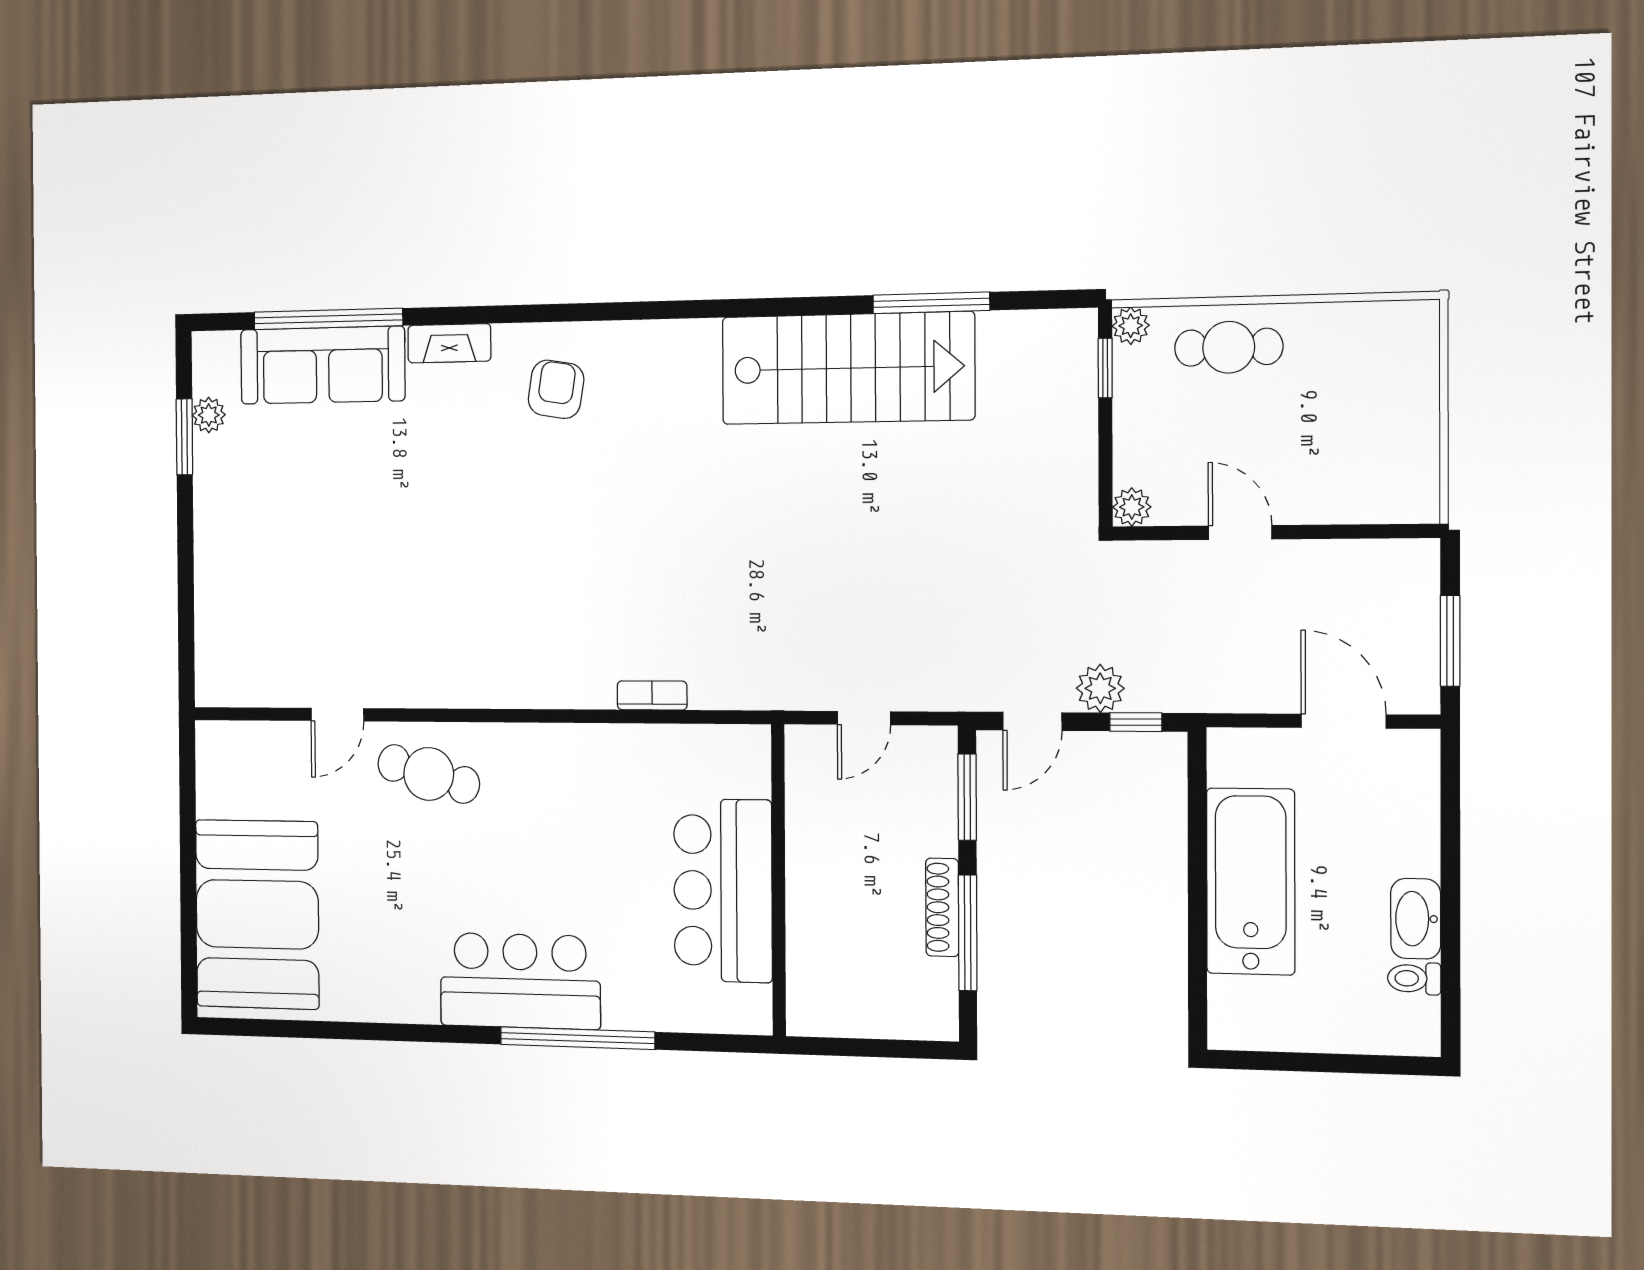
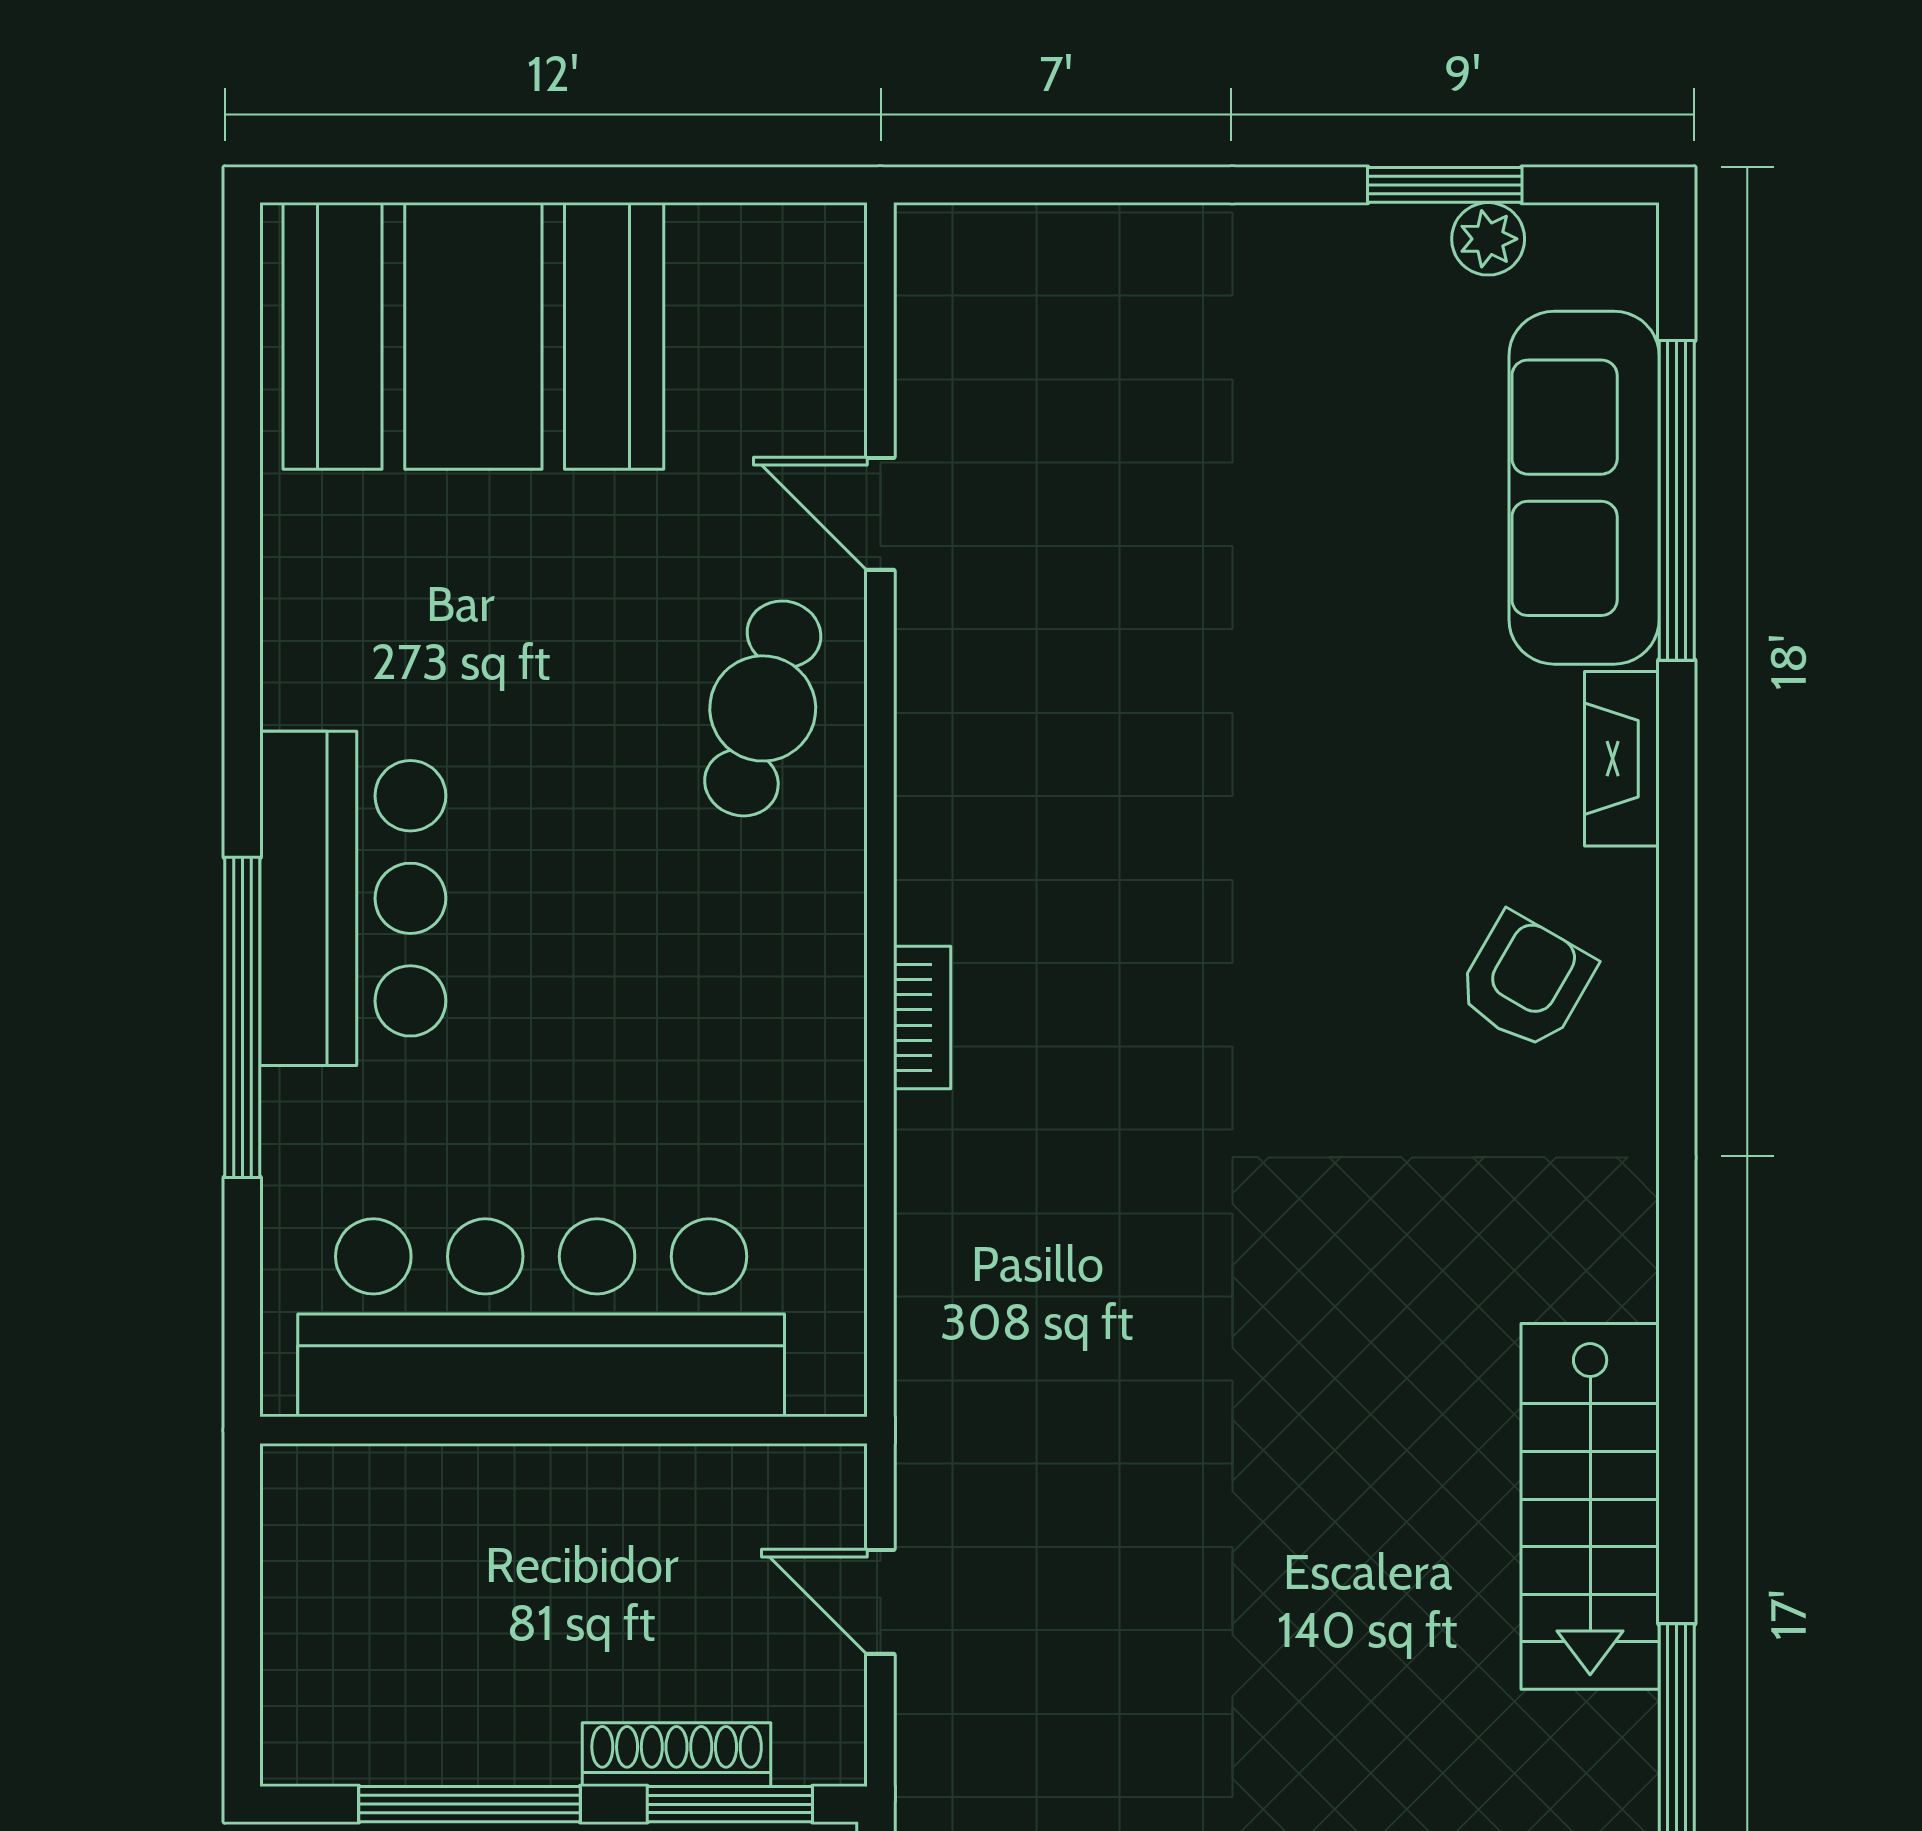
stairs: (848, 368) -> (1590, 1506), width x0.73, depth x0.66
armchair: (556, 389) -> (1526, 981), turned -69
bookcase: (652, 695) -> (922, 1017), moved
bar counter: (723, 891) -> (541, 1318), width x1.36
shoe rack: (942, 907) -> (677, 1755), moved

